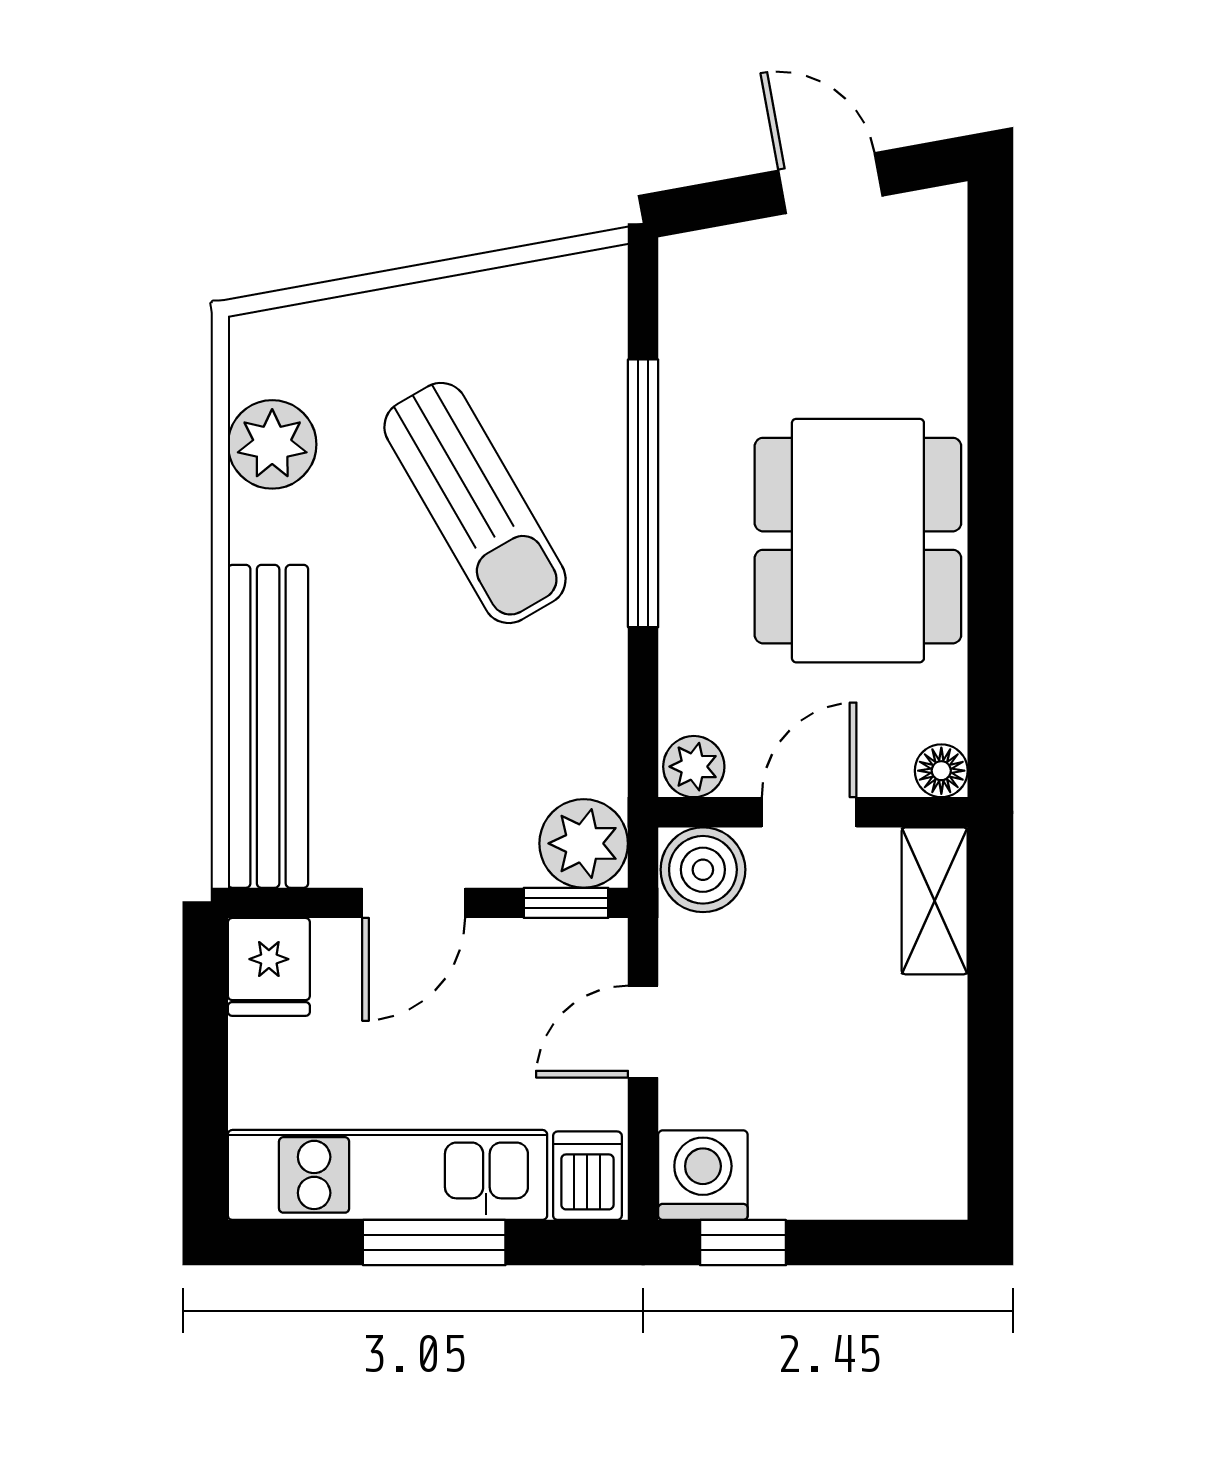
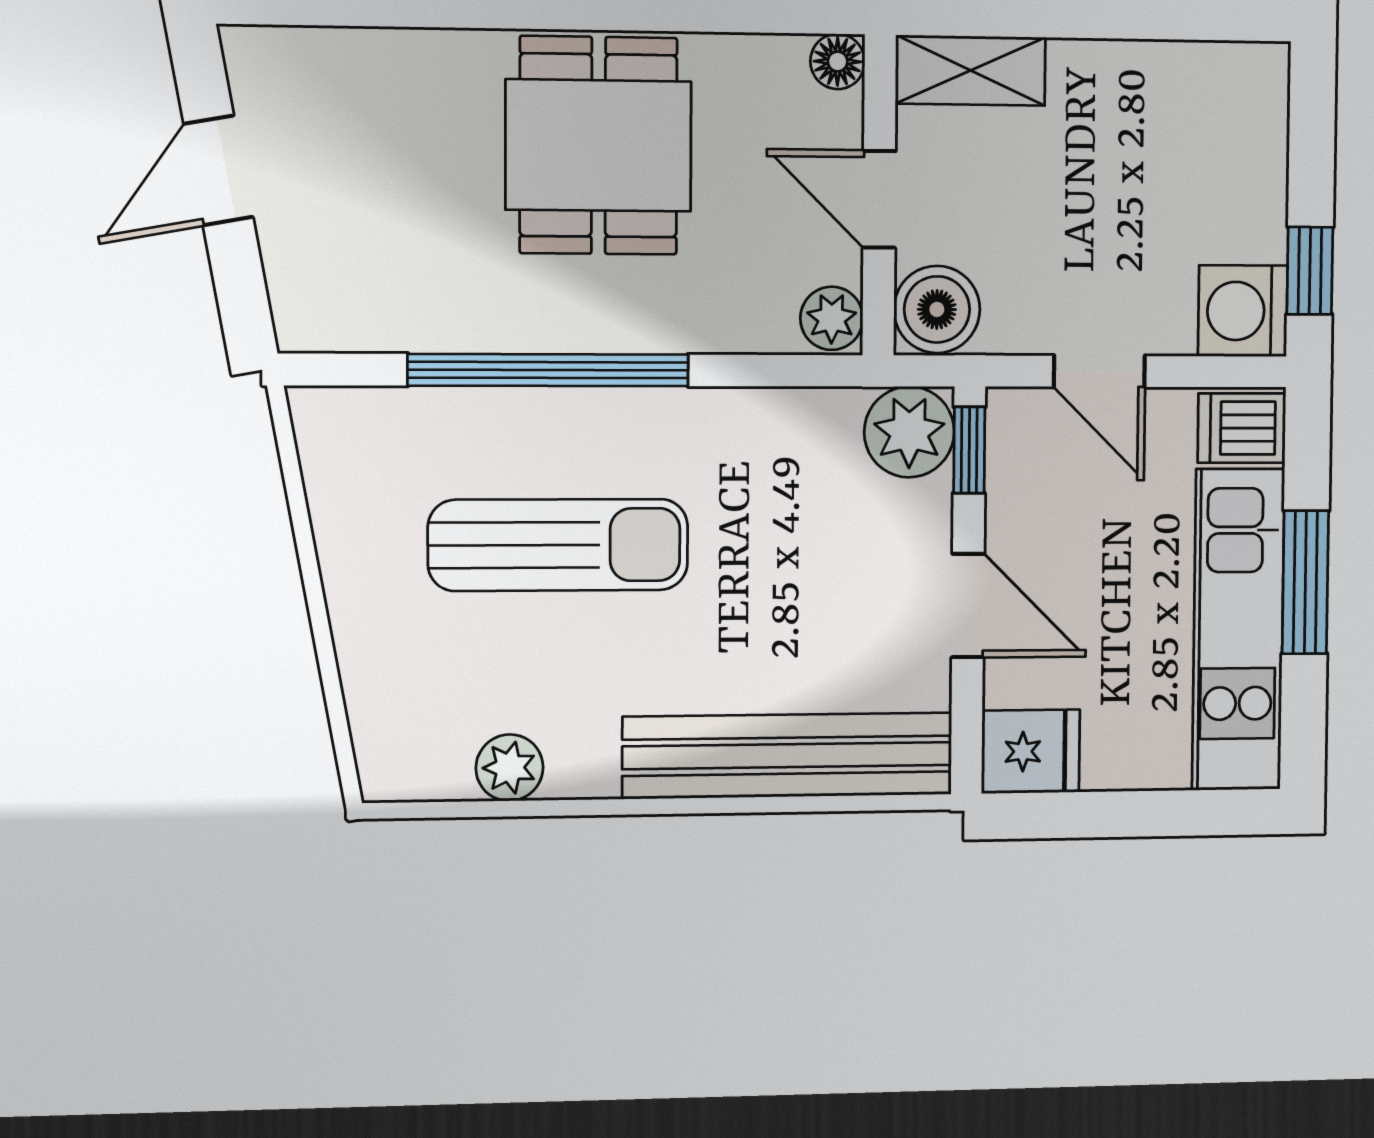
plant: (272, 444) -> (509, 768), width x0.73, depth x0.73
sun lounger: (475, 503) -> (558, 545), turned 30
dining table: (858, 541) -> (598, 145), width x0.73

